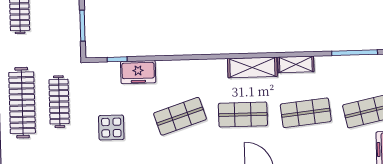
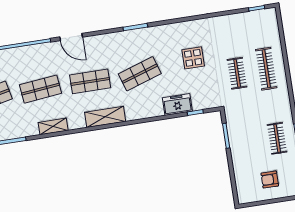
shelving: (252, 67) -> (105, 117), moved
clothes rail: (59, 102) -> (237, 73), width x0.73
clothes rail: (22, 103) -> (266, 69), width x0.73, depth x0.76

